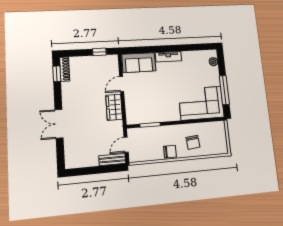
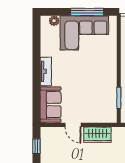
corner sofa: (201, 103) -> (84, 33), moved, turned -90

